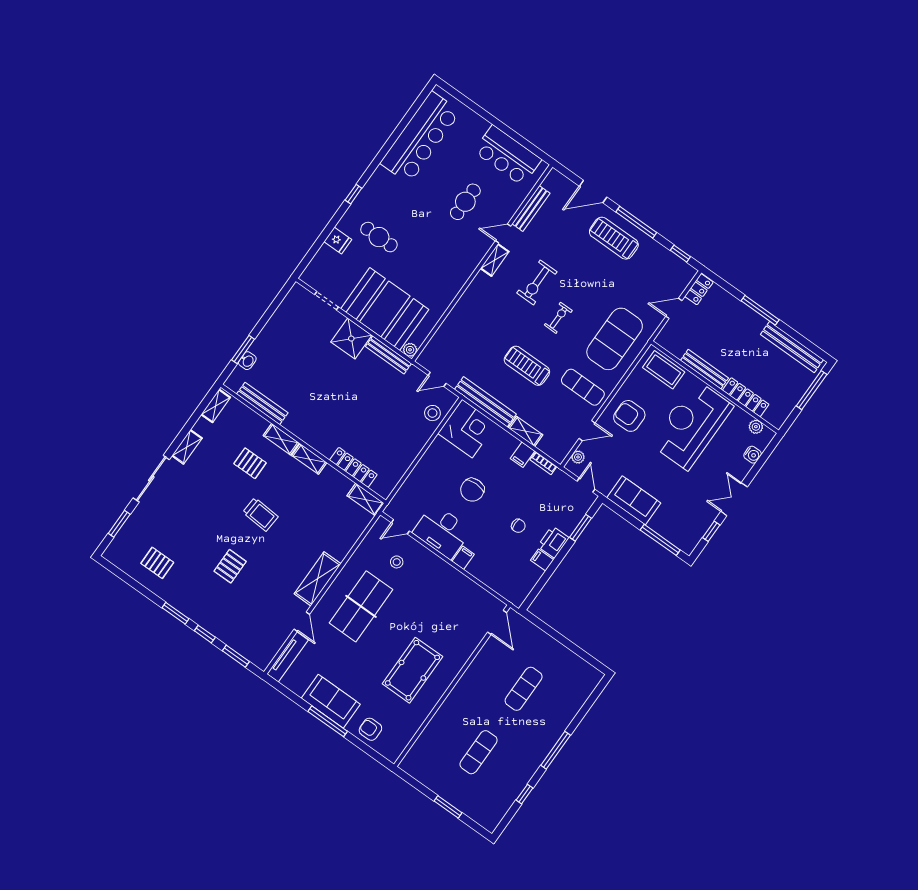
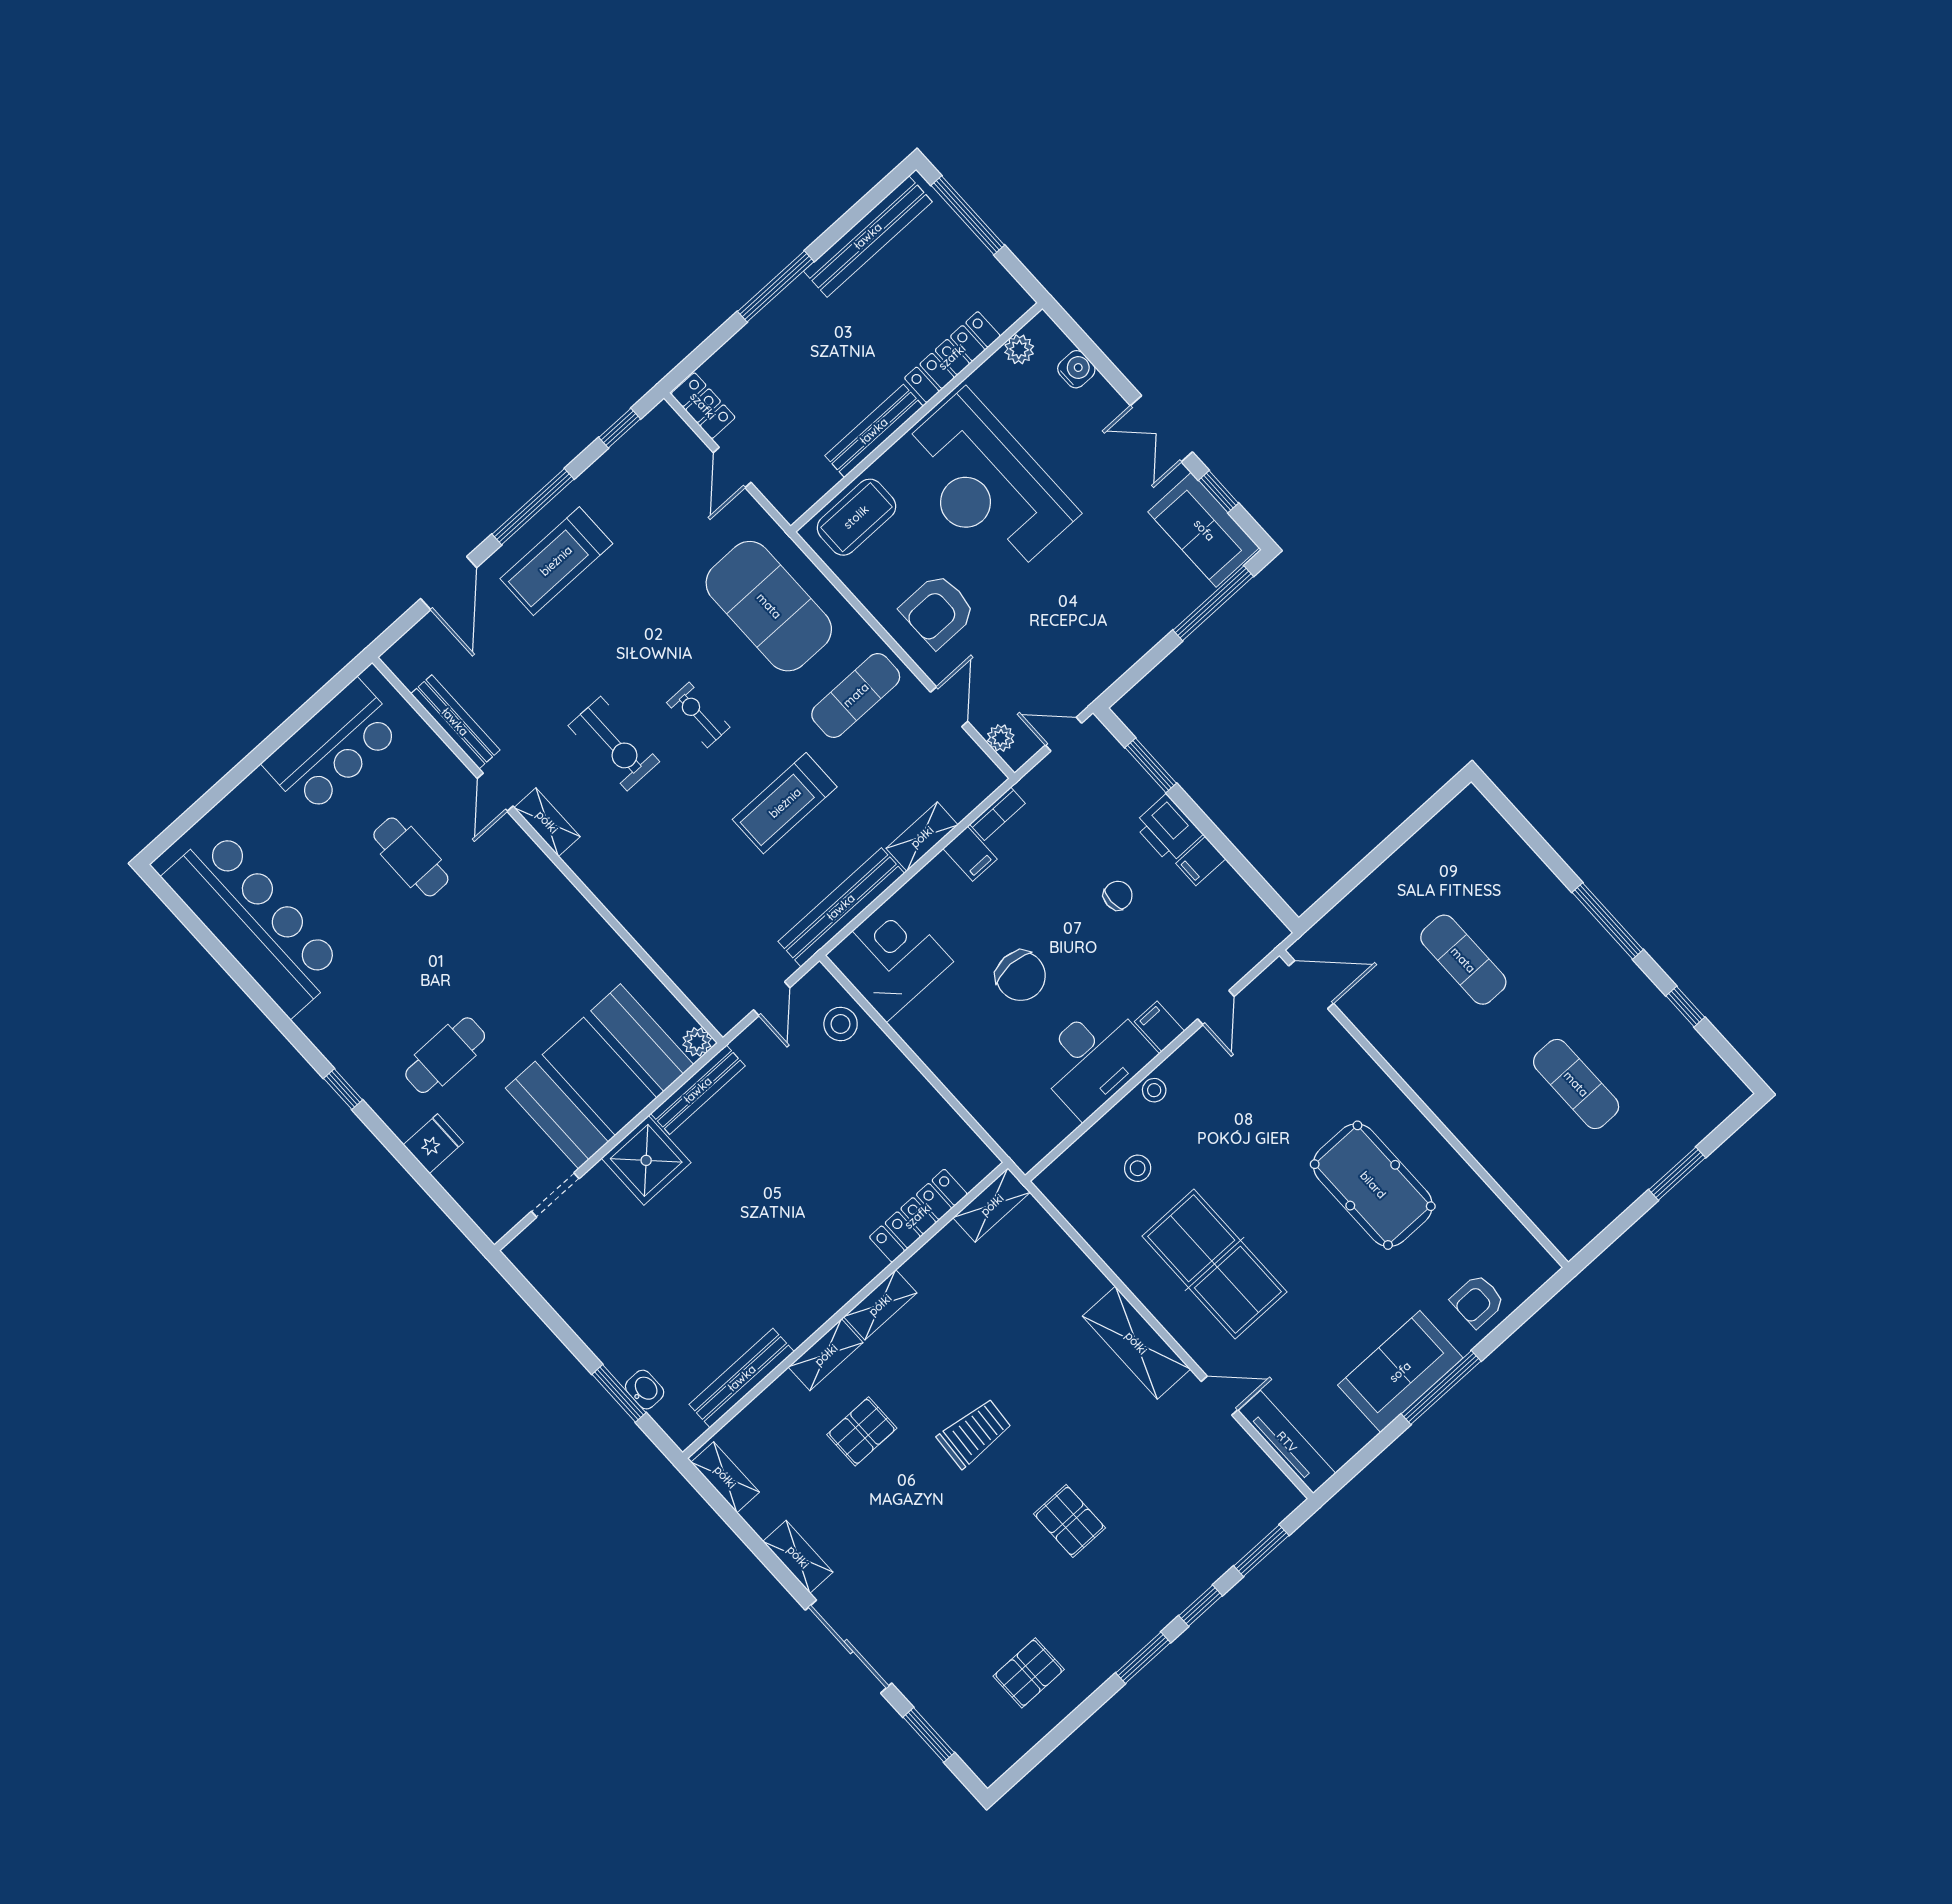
sofa: (634, 500) -> (1204, 530), moved, turned -90
door: (400, 527) -> (1216, 1008), moved
stool: (434, 562) -> (1154, 1090), added

